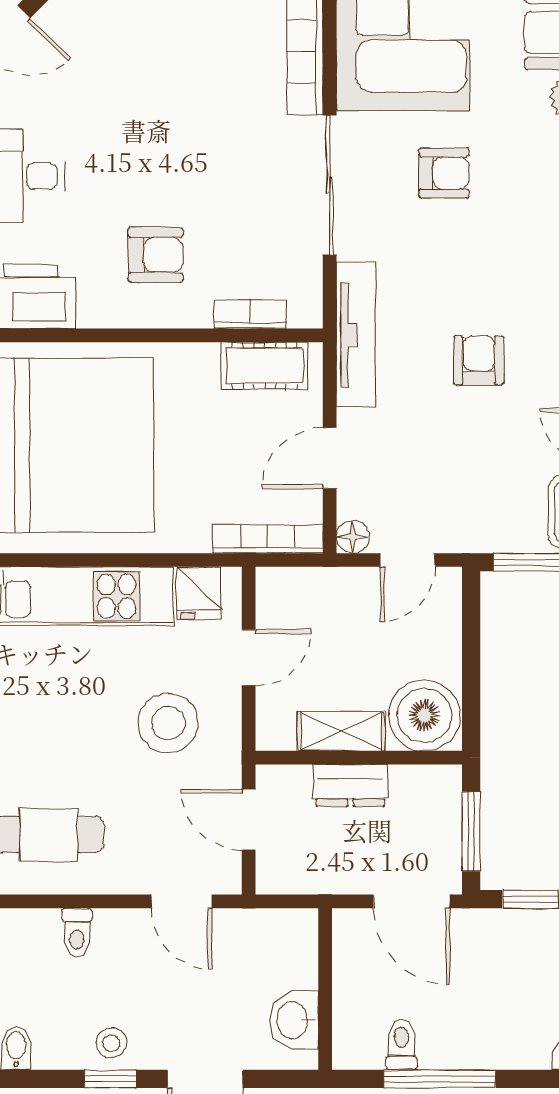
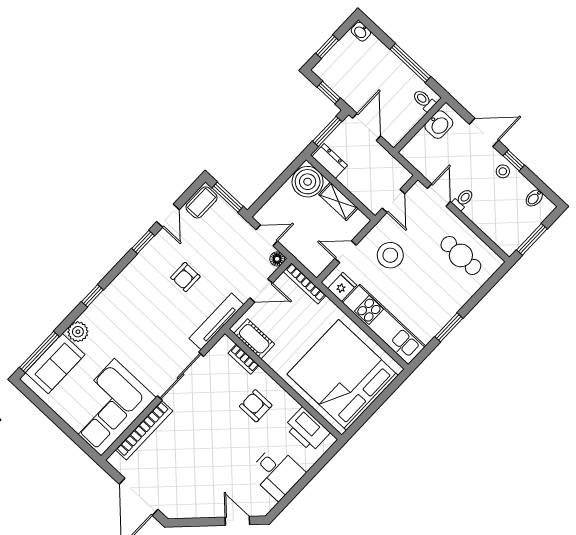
armchair: (444, 173) -> (141, 346), removed
dresser: (350, 785) -> (330, 161), moved
toilet: (77, 933) -> (463, 199), moved
toilet: (401, 1044) -> (424, 100), moved, turned 90

